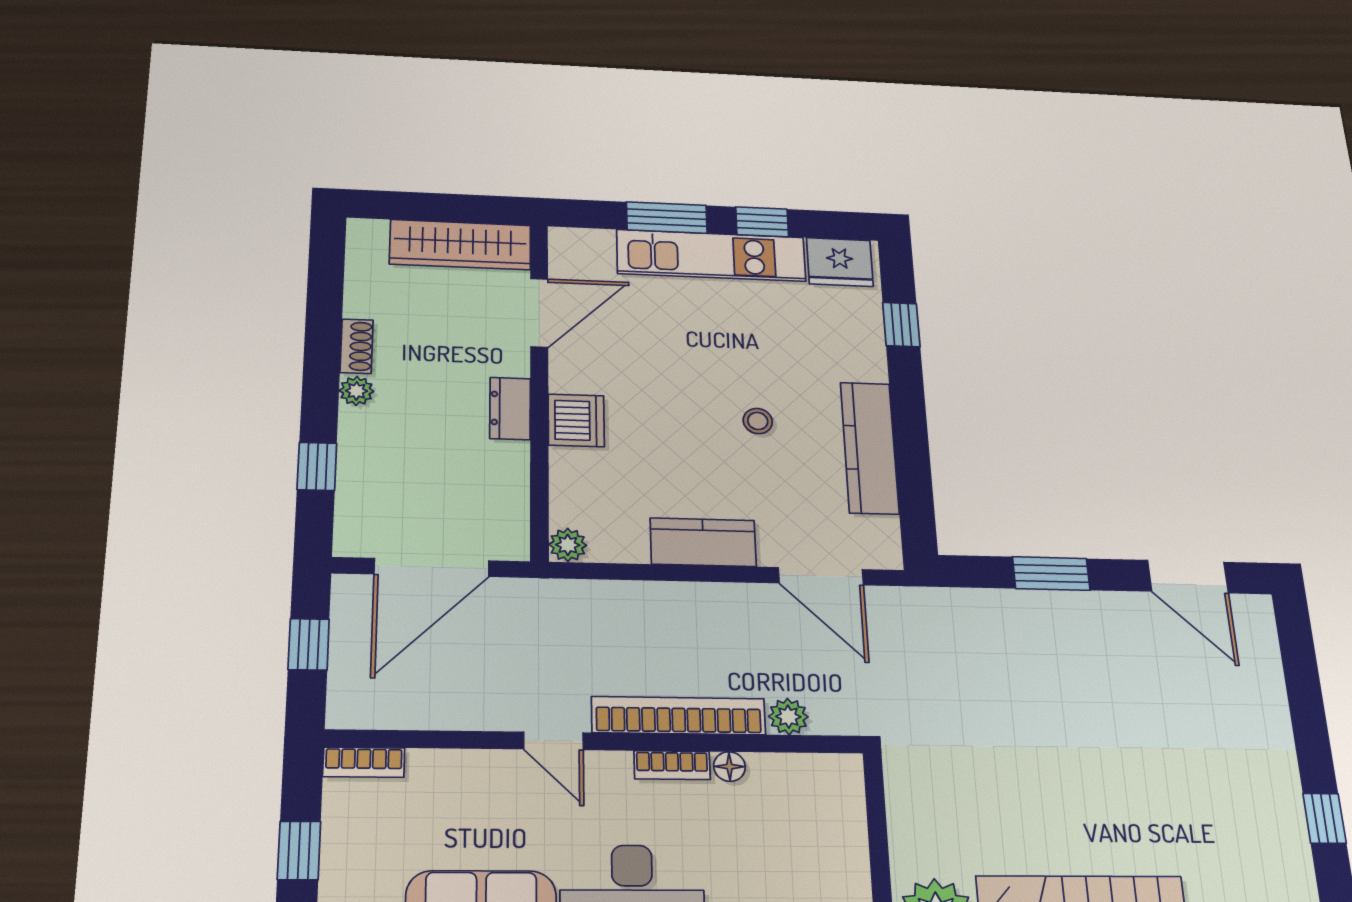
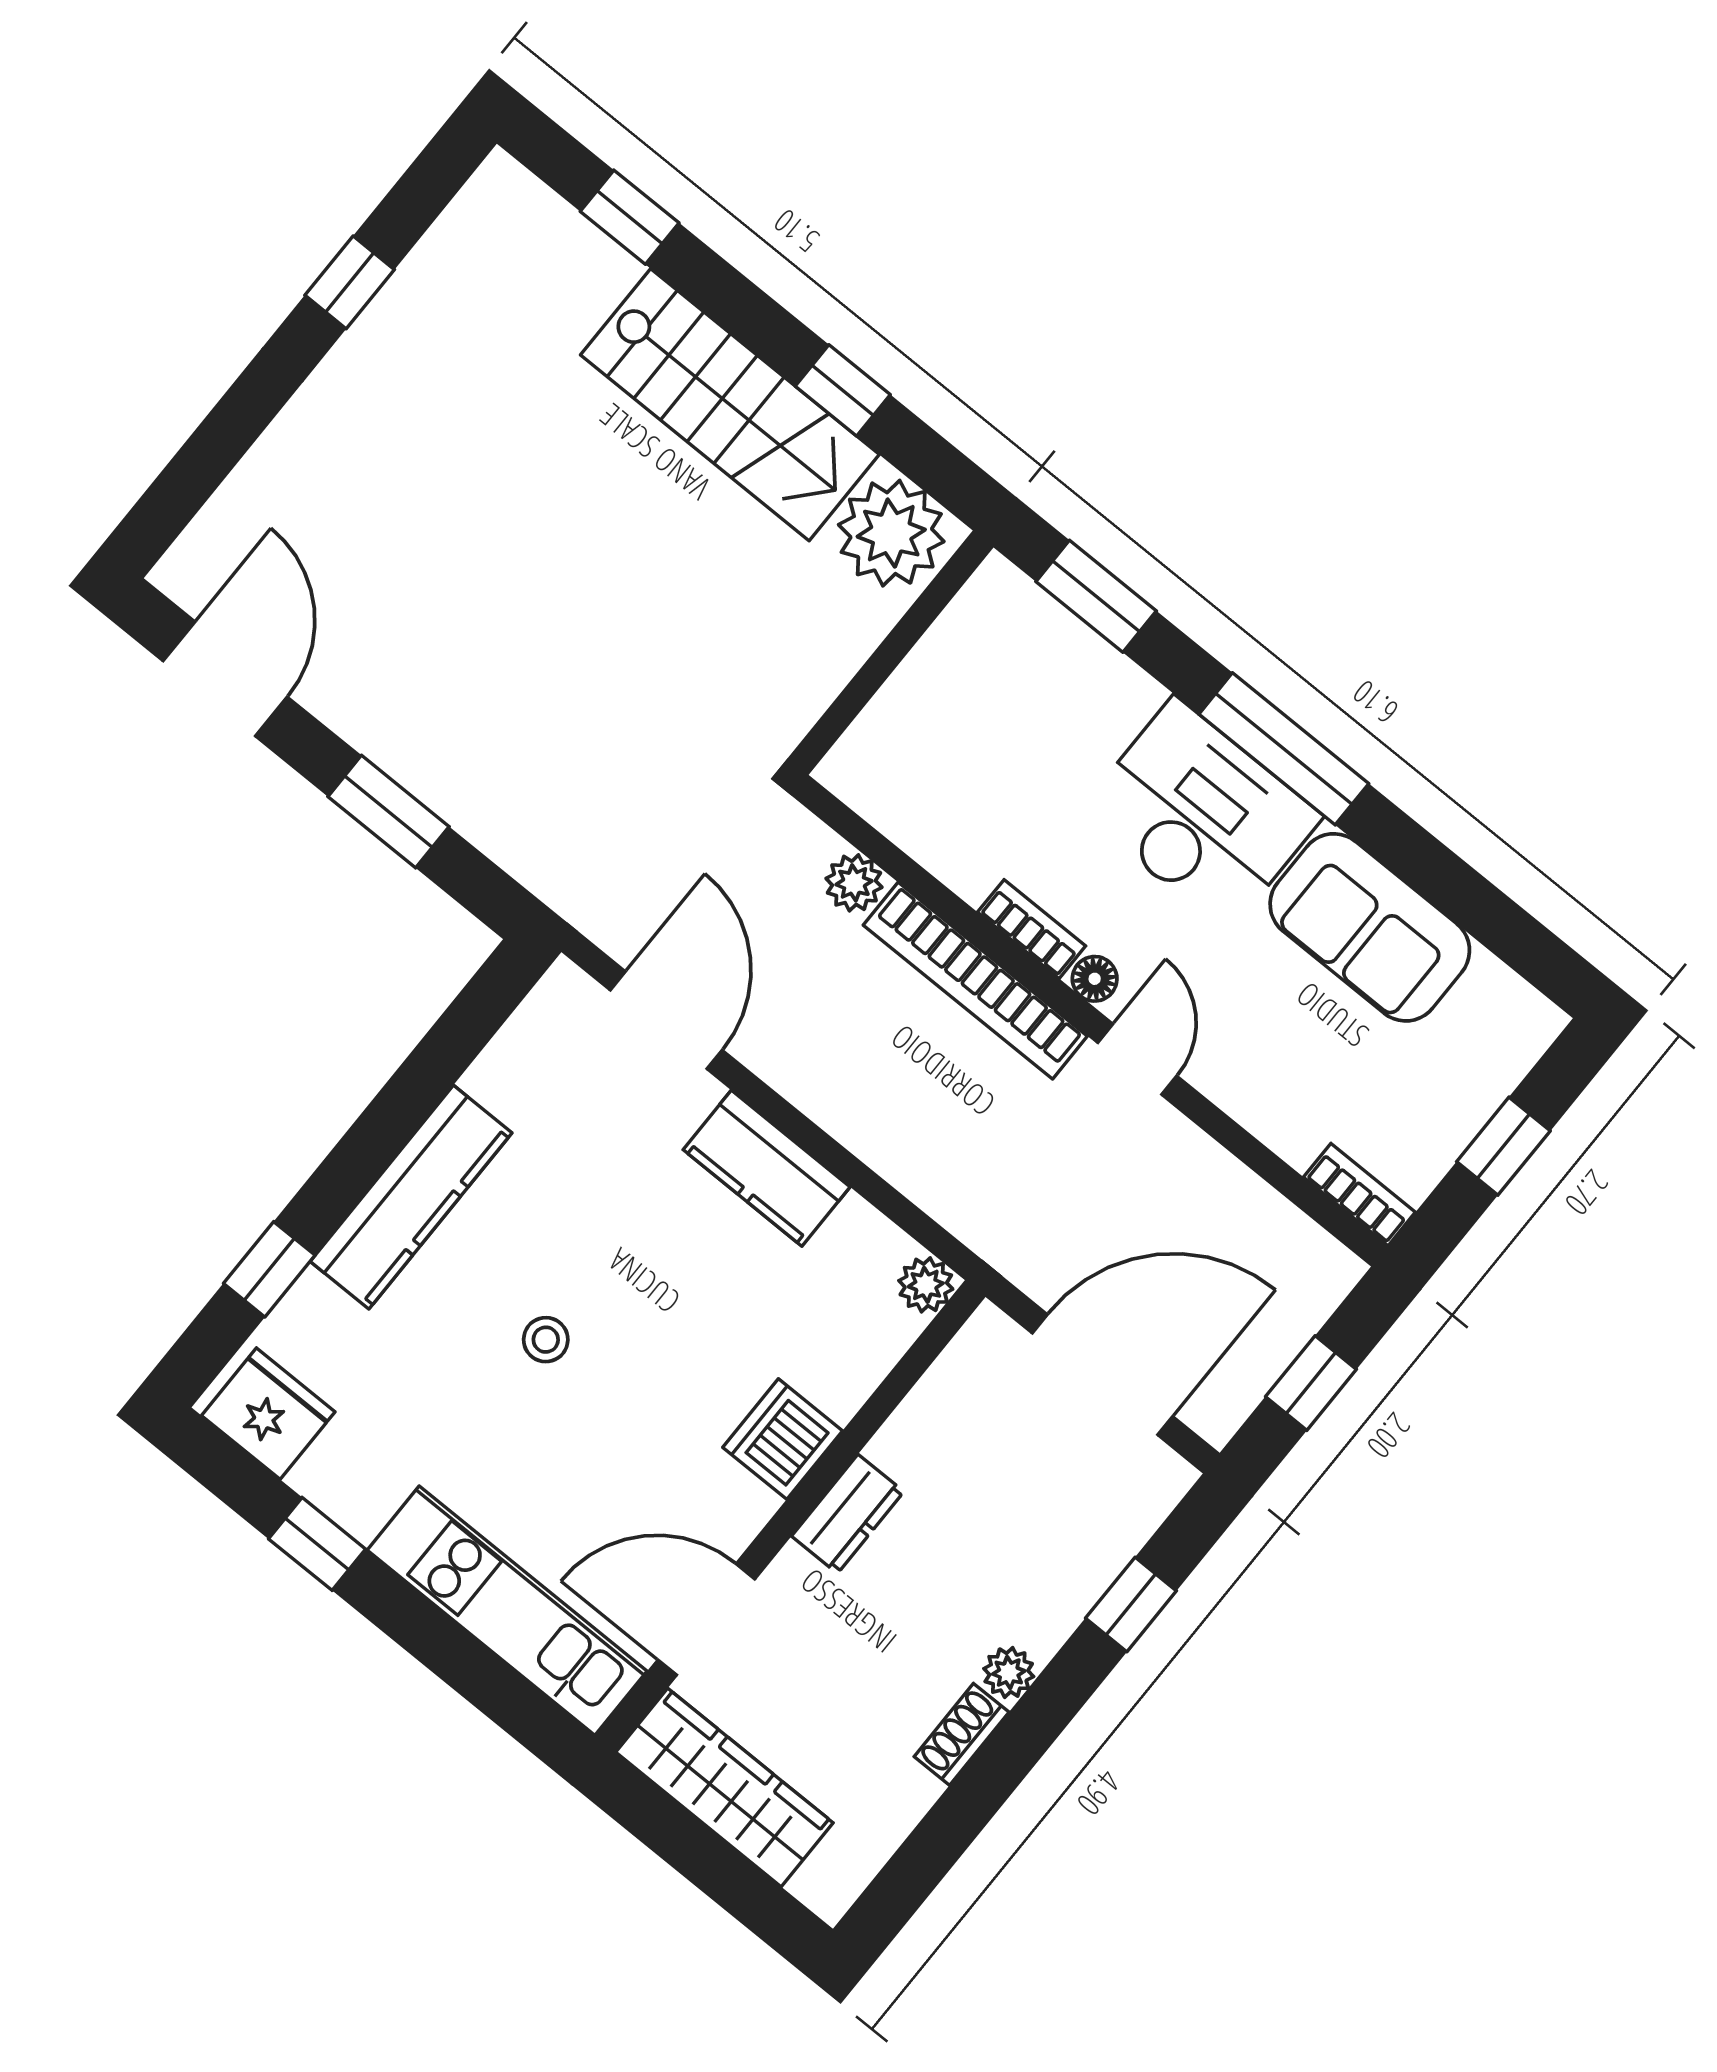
window: (667, 218) -> (434, 1639), removed
kitchen unit: (711, 255) -> (507, 1611), moved
stool: (758, 421) -> (546, 1340), moved
kitchen counter: (870, 448) -> (411, 1197), moved
floor lamp: (729, 767) -> (1095, 979), moved

